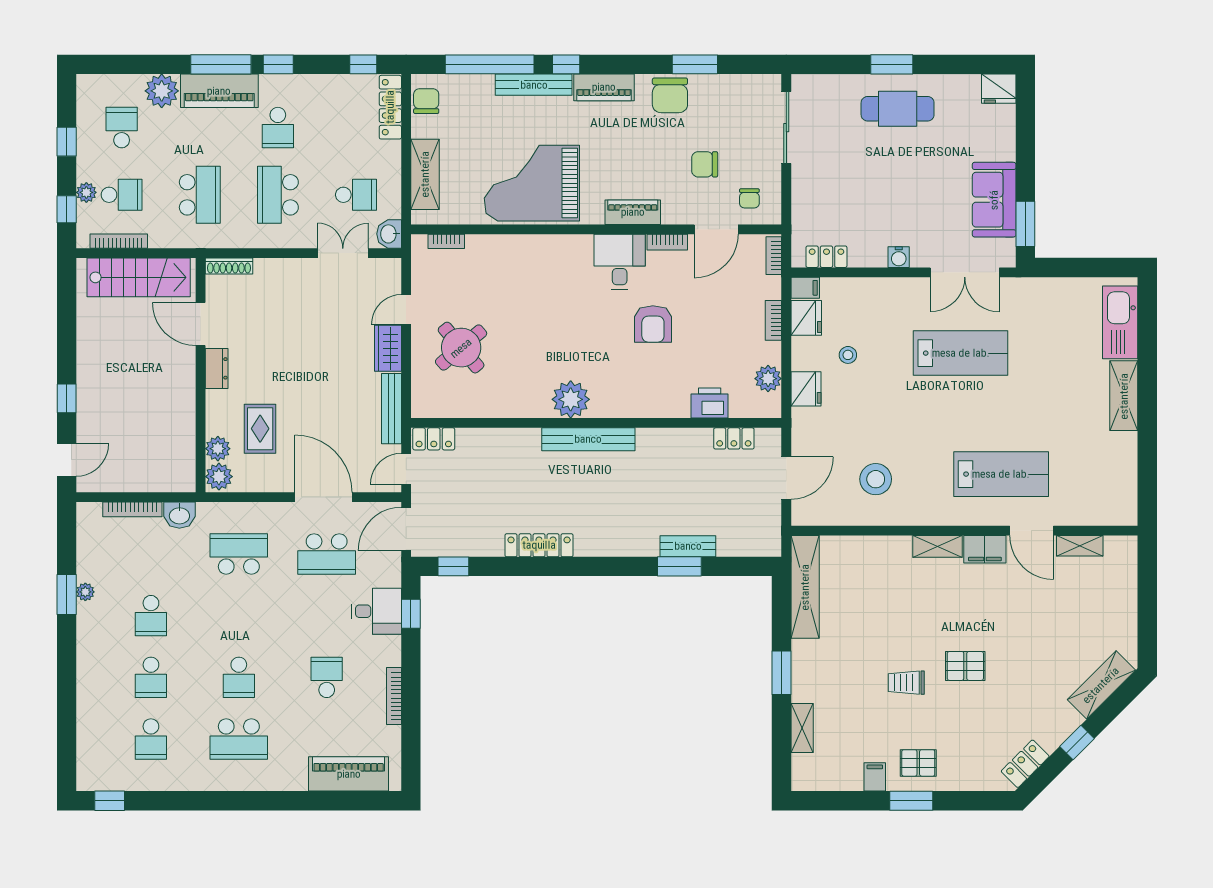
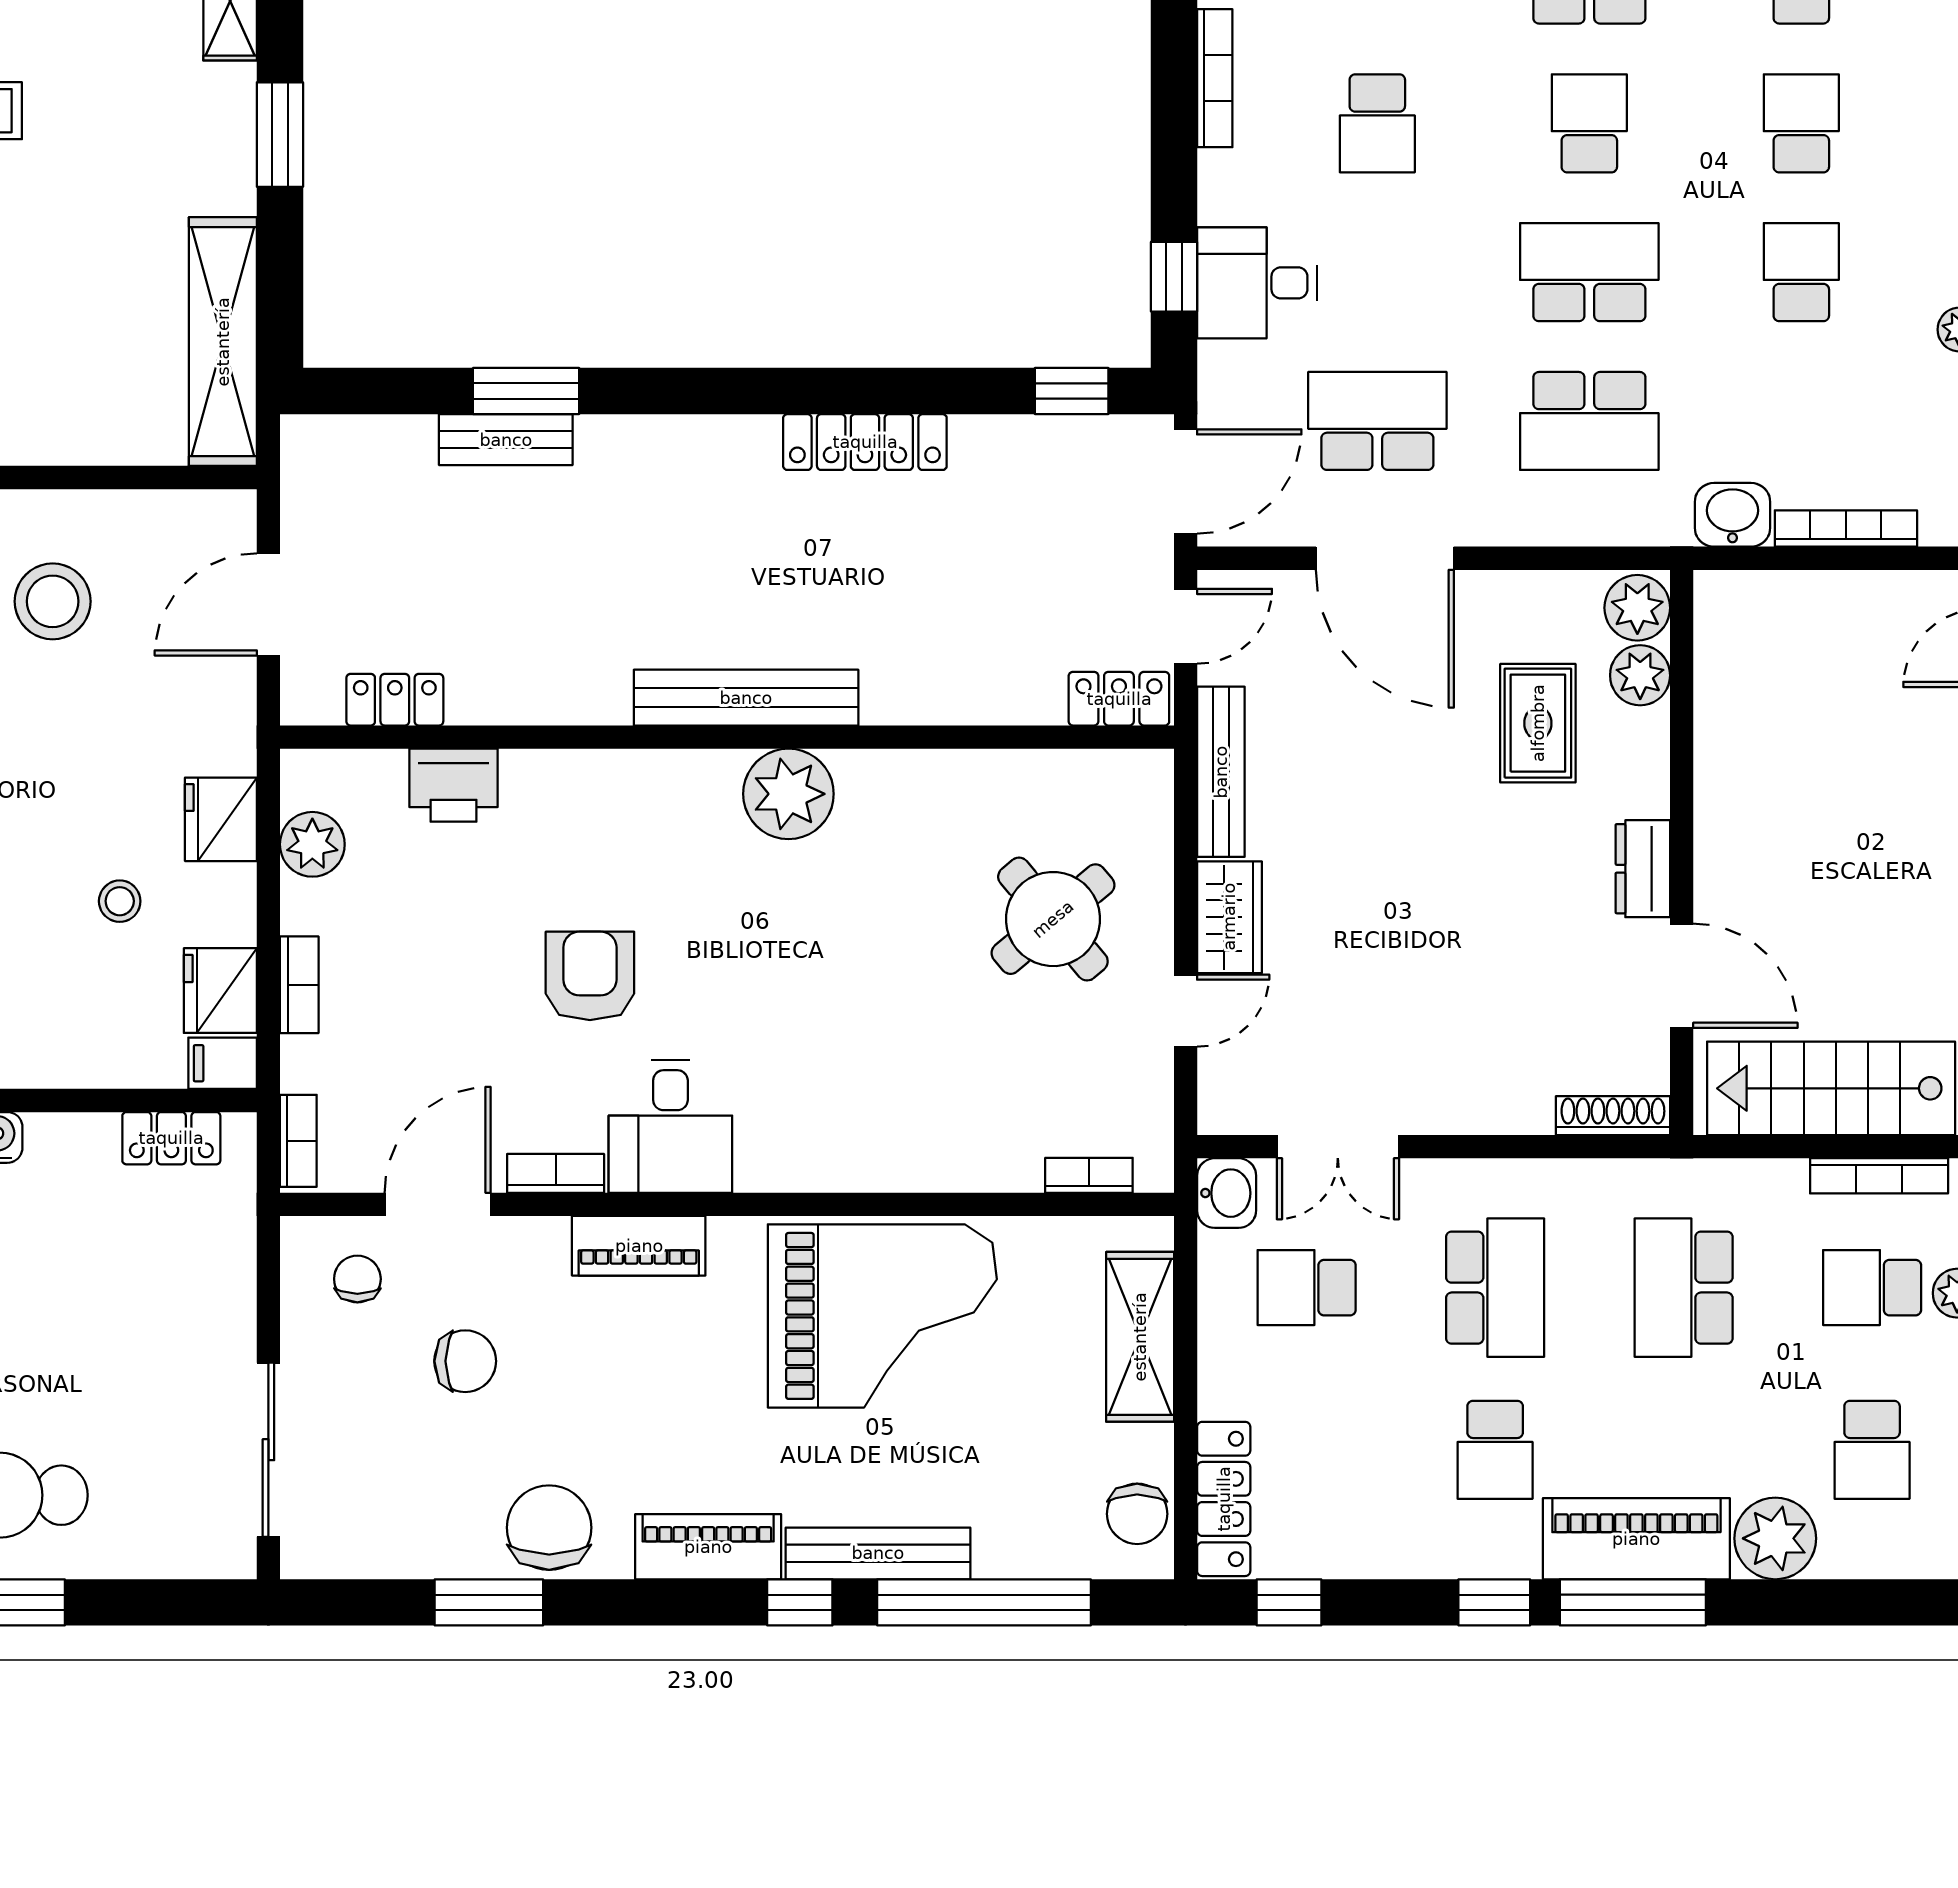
school desk: (278, 128) -> (1495, 1450), turned 180
school desk: (239, 616) -> (1589, 272), added

